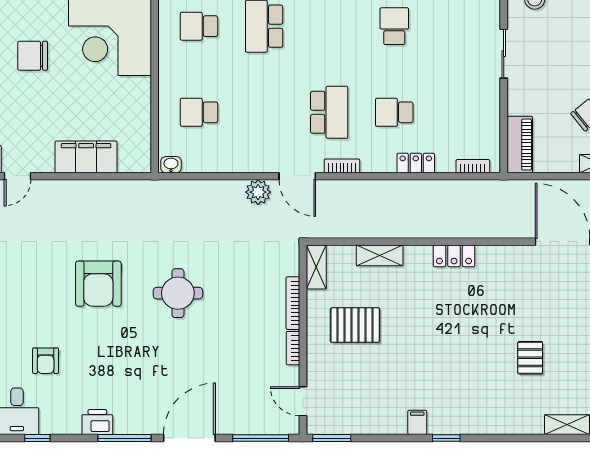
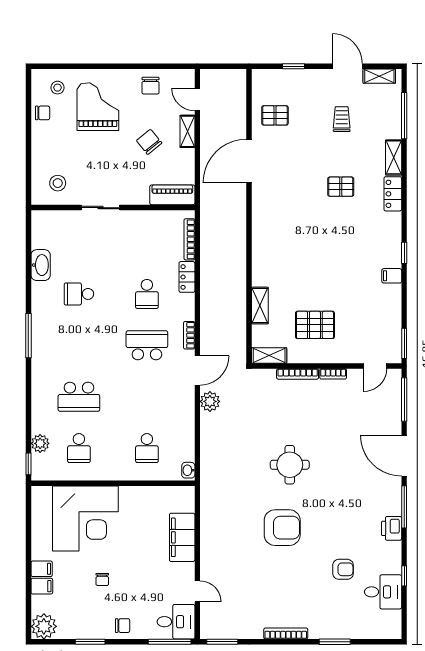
chair: (33, 56) -> (102, 579), width x0.54, depth x0.54
bookcase: (473, 166) -> (189, 239), width x1.56
locker: (454, 256) -> (393, 194), moved, turned 180
pallet: (355, 325) -> (315, 325), turned 90

